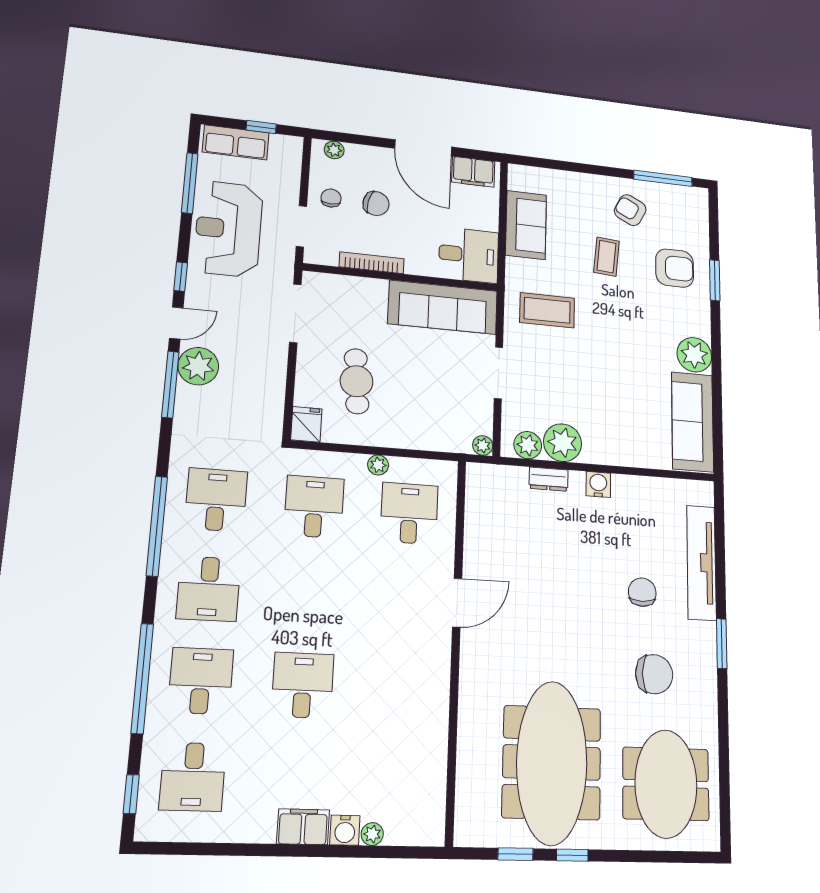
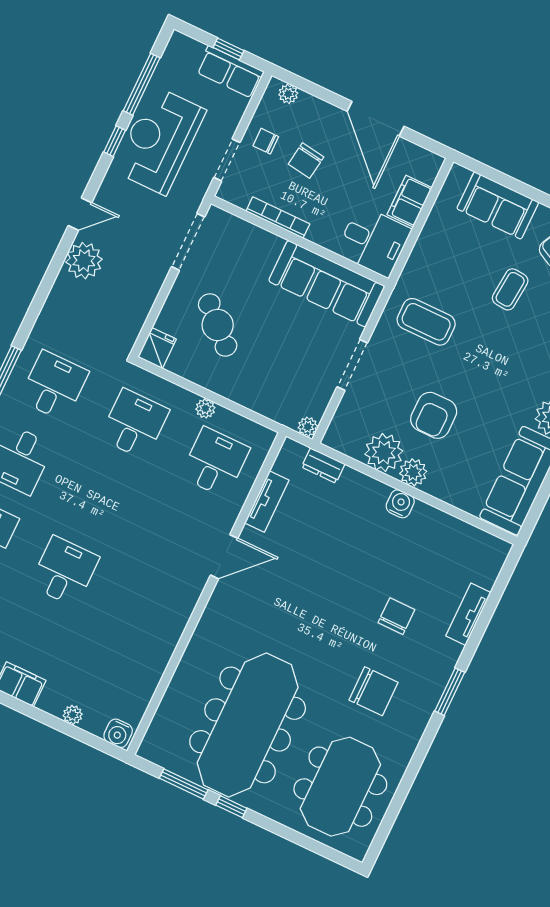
row of seats: (236, 142) -> (230, 72), moved
filing cabinet: (473, 172) -> (410, 201), moved, turned 90
chair: (331, 198) -> (266, 141), turned -90
chair: (376, 204) -> (306, 161), turned 86
sofa: (526, 225) -> (498, 205), moved, turned 90
window: (181, 277) -> (115, 141), moved
cafe table: (357, 381) -> (218, 325), turned -42
window: (170, 384) -> (54, 269), removed
armchair: (591, 392) -> (434, 415), added
plant: (528, 445) -> (413, 472), moved
dresser: (549, 479) -> (323, 466), moved
tv unit: (475, 532) -> (267, 501), added
tv unit: (701, 563) -> (468, 614), width x0.52, depth x0.78
water cooler: (345, 830) -> (118, 733), moved
window: (516, 854) -> (184, 784), width x1.50

